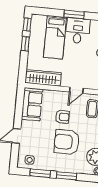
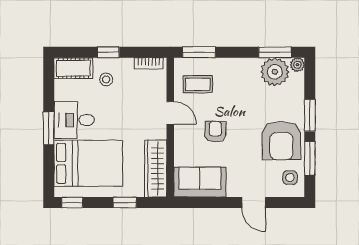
bed: (55, 37) -> (88, 163), width x1.50
window: (25, 44) -> (125, 203), moved
armchair: (67, 142) -> (281, 141), moved

